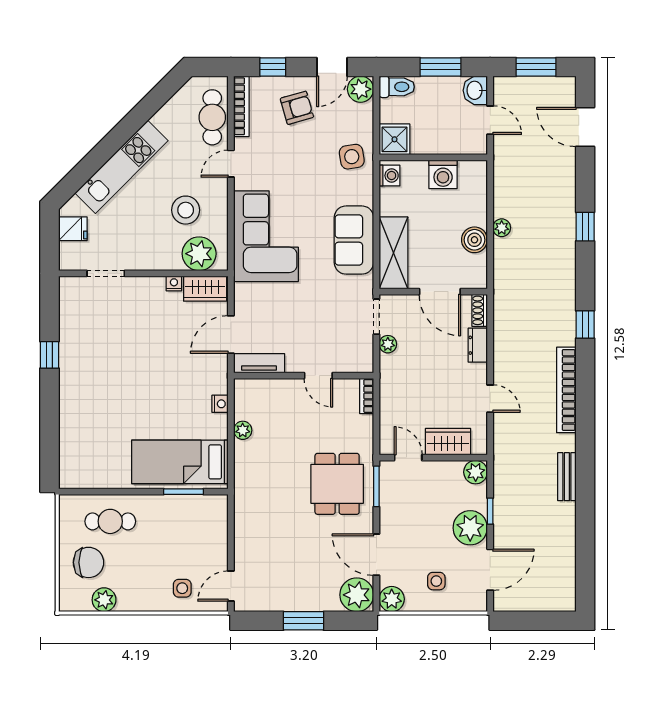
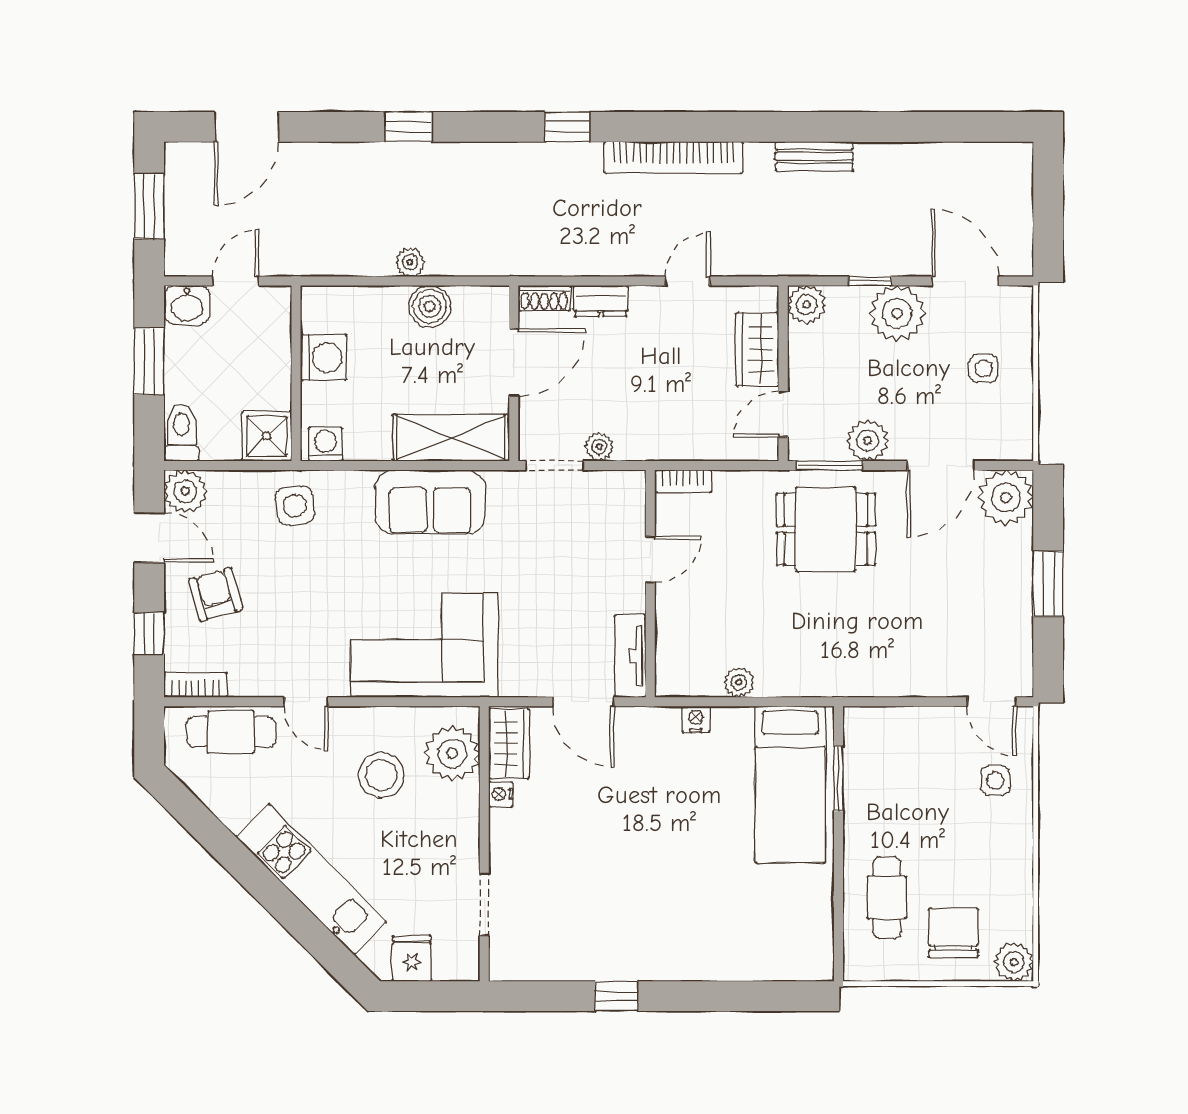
bookcase: (241, 106) -> (195, 685), width x0.64
plant: (392, 599) -> (867, 441), moved
plant: (104, 600) -> (1014, 962), moved

